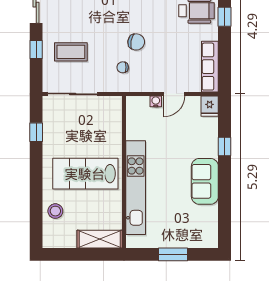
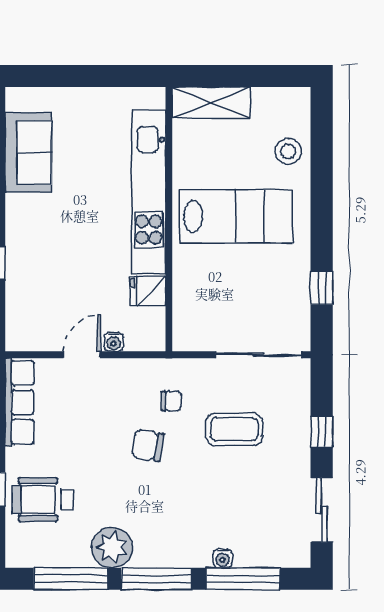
coffee table: (71, 52) -> (234, 429), moved
fridge: (210, 106) -> (148, 291), moved, turned -90
sofa: (205, 181) -> (28, 153), moved
window: (173, 254) -> (84, 76), removed

